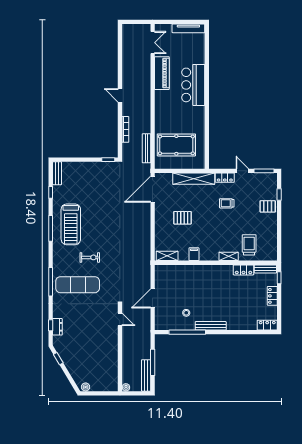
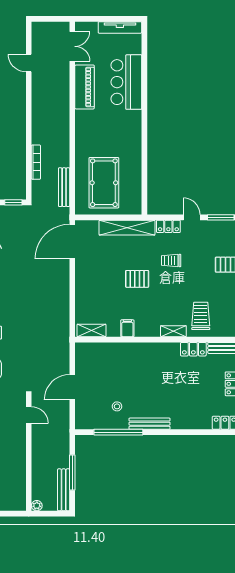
bar counter: (193, 85) -> (126, 82), moved
door: (120, 95) -> (29, 63), moved
pool table: (176, 145) -> (104, 183), turned 90
pallet: (182, 218) -> (137, 279), moved

